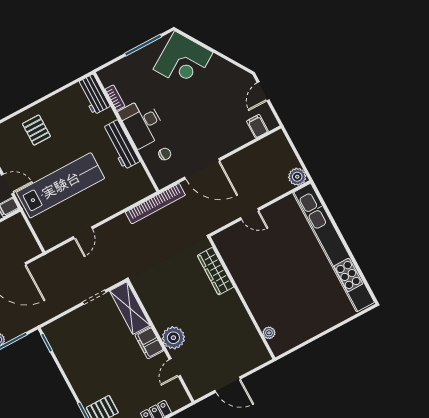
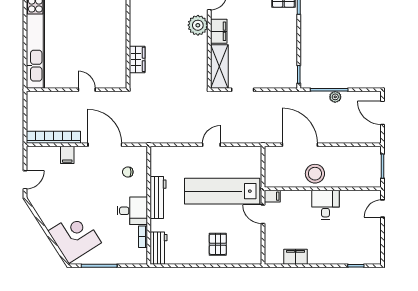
desk: (142, 123) -> (132, 211), width x0.73
filing cabinet: (257, 126) -> (67, 155), moved
plant: (297, 177) -> (34, 99), removed
bookcase: (155, 204) -> (53, 137), moved
door: (83, 233) -> (211, 145), moved
wardrobe: (216, 271) -> (137, 59), width x0.67

